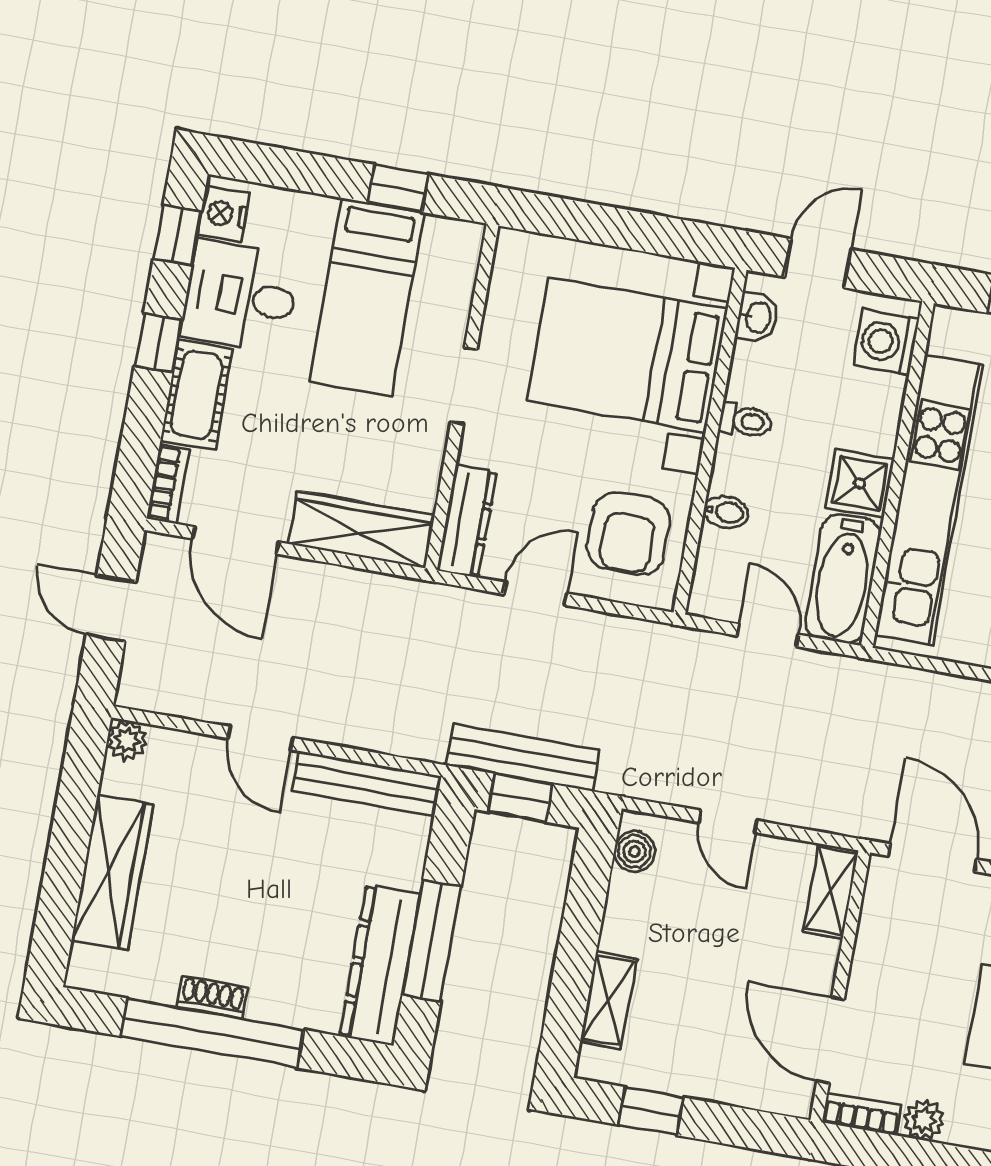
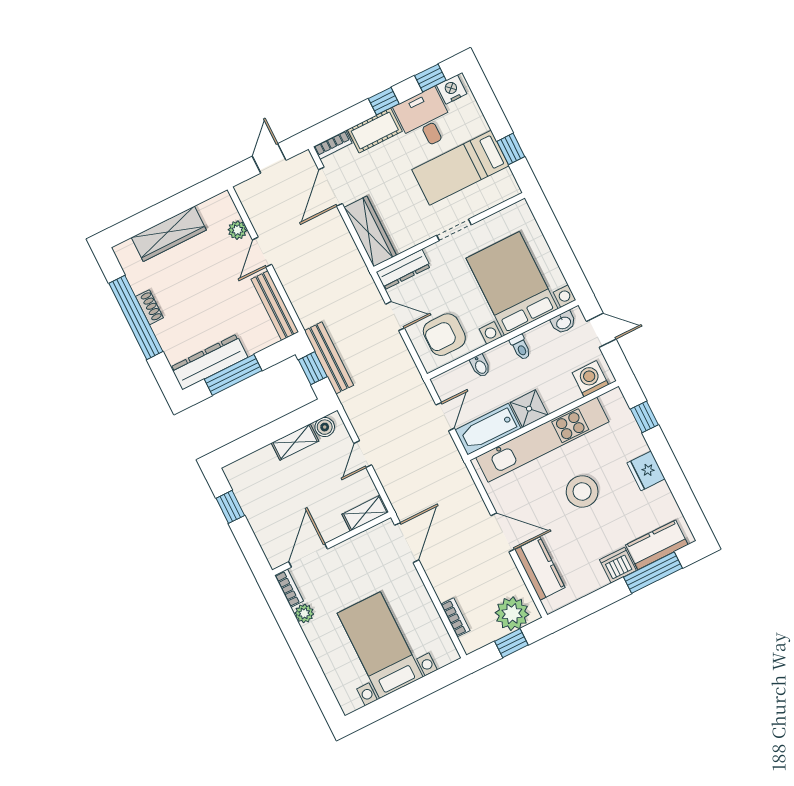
plant: (127, 740) -> (237, 230), moved
shelving: (608, 1000) -> (295, 442), moved

